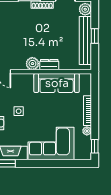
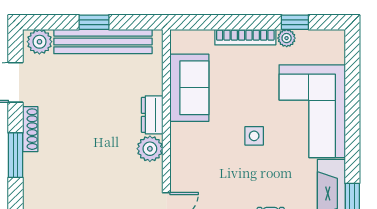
sofa: (57, 83) -> (189, 88), width x0.73
side table: (19, 111) -> (254, 136), moved
window: (95, 146) -> (295, 22), moved

